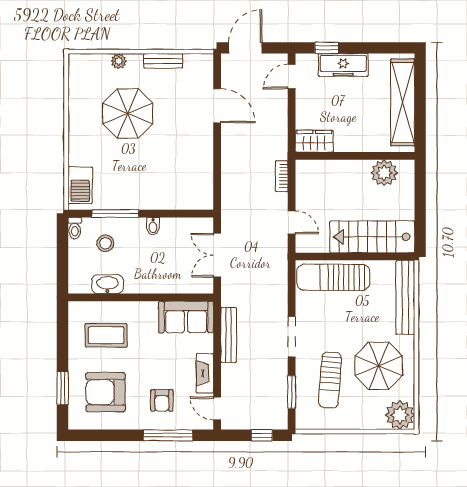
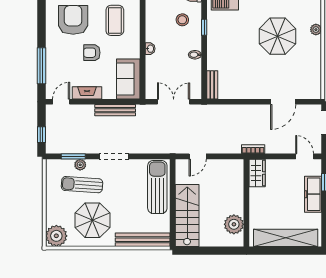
bench: (163, 61) -> (212, 85), moved
bookcase: (282, 176) -> (253, 149), moved
window: (115, 214) -> (204, 27), width x0.46
washbasin: (107, 284) -> (150, 49), moved, width x0.52, depth x0.69
plant: (303, 382) -> (80, 165), added
armchair: (162, 400) -> (92, 53), moved

